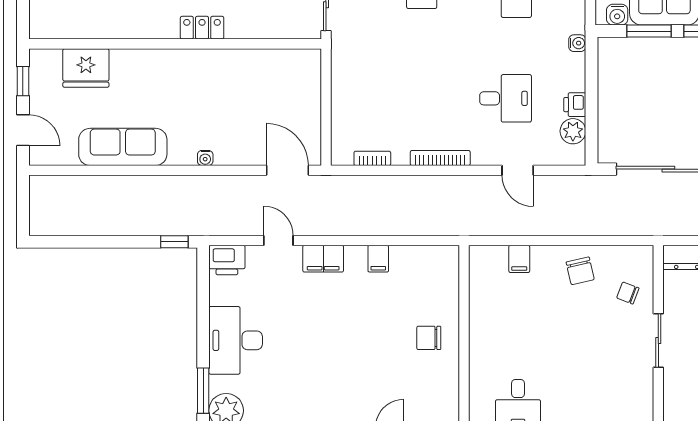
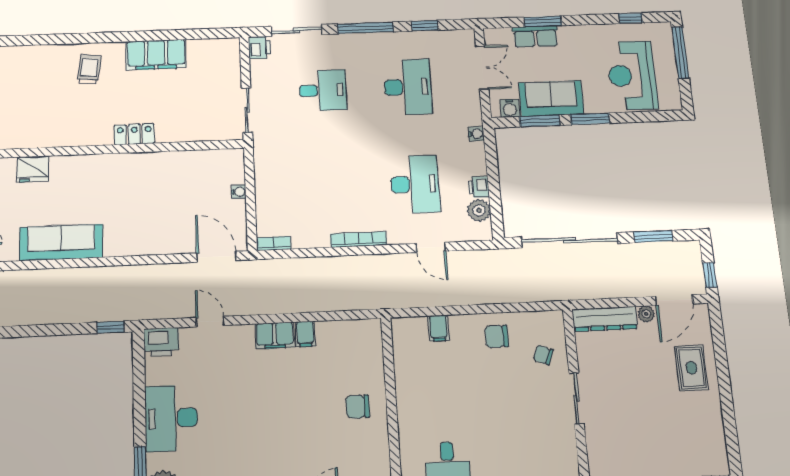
fridge: (86, 68) -> (33, 169), width x0.73, depth x0.75
desk: (506, 98) -> (415, 184), width x1.37
water cooler: (205, 158) -> (239, 192), moved, turned -90
bookcase: (372, 158) -> (274, 243), moved
filing cabinet: (323, 259) -> (275, 335), moved
chair: (580, 271) -> (497, 336), turned 103

